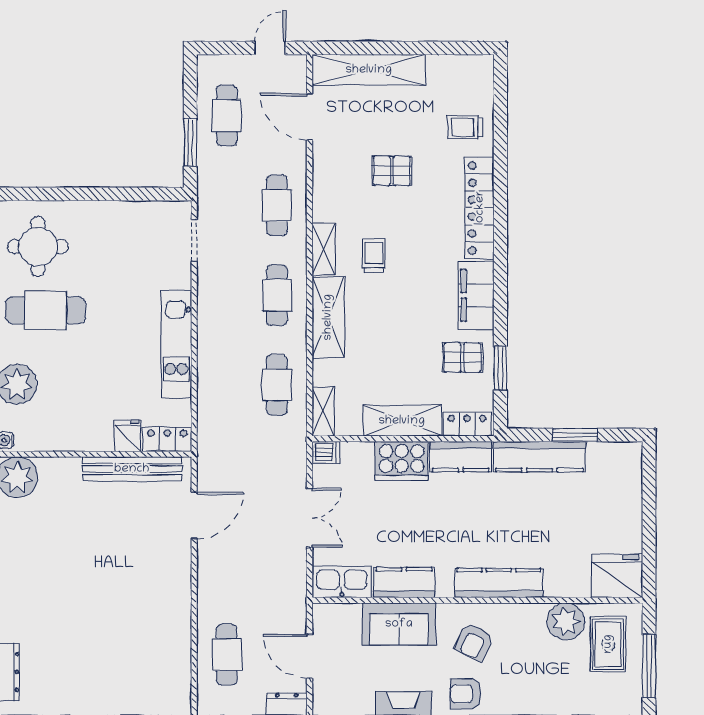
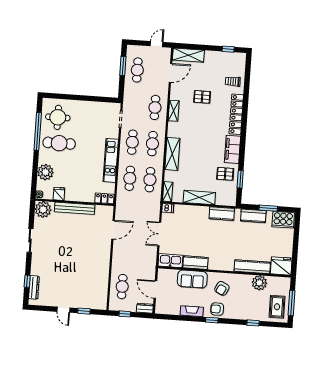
window: (448, 48) -> (228, 49), added
shelving: (369, 70) -> (188, 55), width x0.68
door: (309, 117) -> (171, 73), swing flipped
window: (190, 143) -> (123, 66), moved
shelving: (324, 249) -> (174, 111), moved
trolley: (374, 256) -> (192, 130), removed
cafe table: (227, 295) -> (132, 142), added
cafe table: (227, 385) -> (130, 178), added
locker: (467, 424) -> (225, 201), removed
fridge: (128, 436) -> (59, 194), moved
kitchen counter: (539, 457) -> (253, 216), width x0.67
cooker: (402, 461) -> (283, 220), moved
bench: (132, 469) -> (75, 208), moved
double door: (309, 518) -> (159, 234), swing flipped
kitchen counter: (499, 583) -> (252, 267), moved
rug: (608, 644) -> (277, 307), moved

